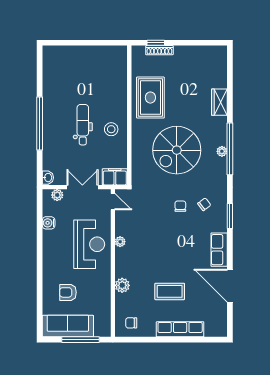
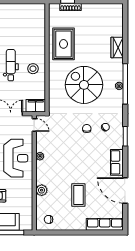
spiral stairs: (177, 150) -> (84, 85), turned 90
coffee table: (170, 291) -> (78, 195), turned 90
row of seats: (180, 329) -> (105, 224), moved

